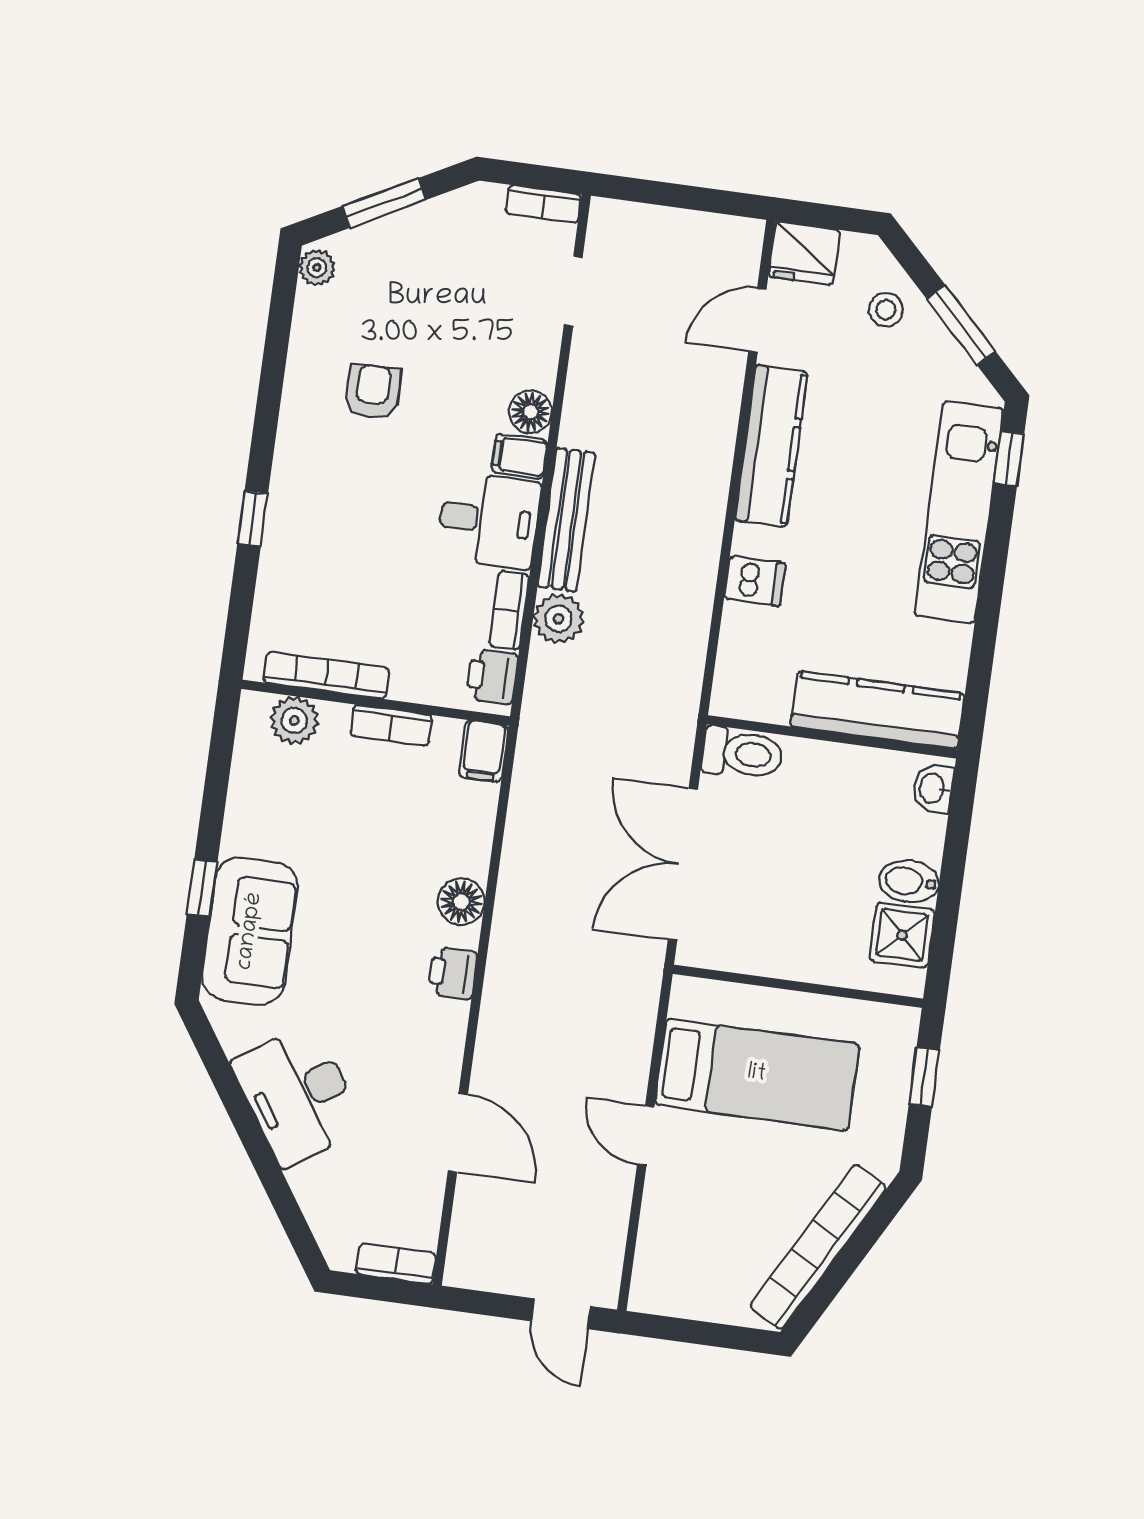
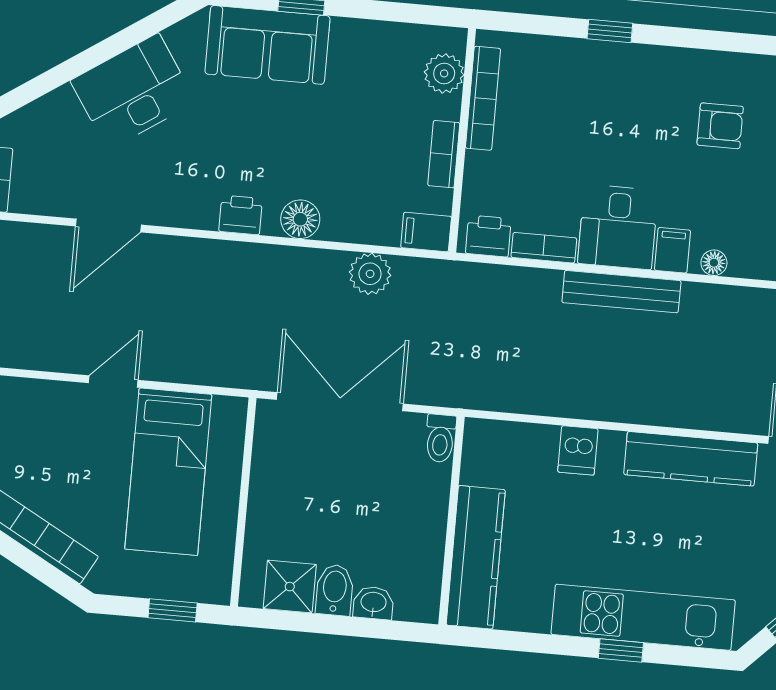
floor lamp: (530, 412) -> (714, 263), width x0.73, depth x0.73
window: (1009, 459) -> (621, 650), moved
plant: (558, 619) -> (370, 274), moved
toilet: (742, 753) -> (440, 438), width x0.73, depth x0.72
washbasin: (933, 788) -> (373, 603), moved

